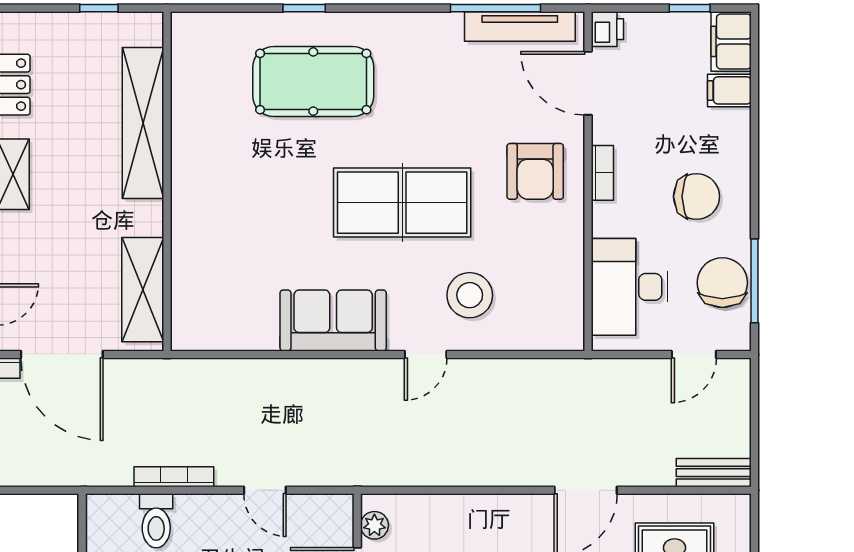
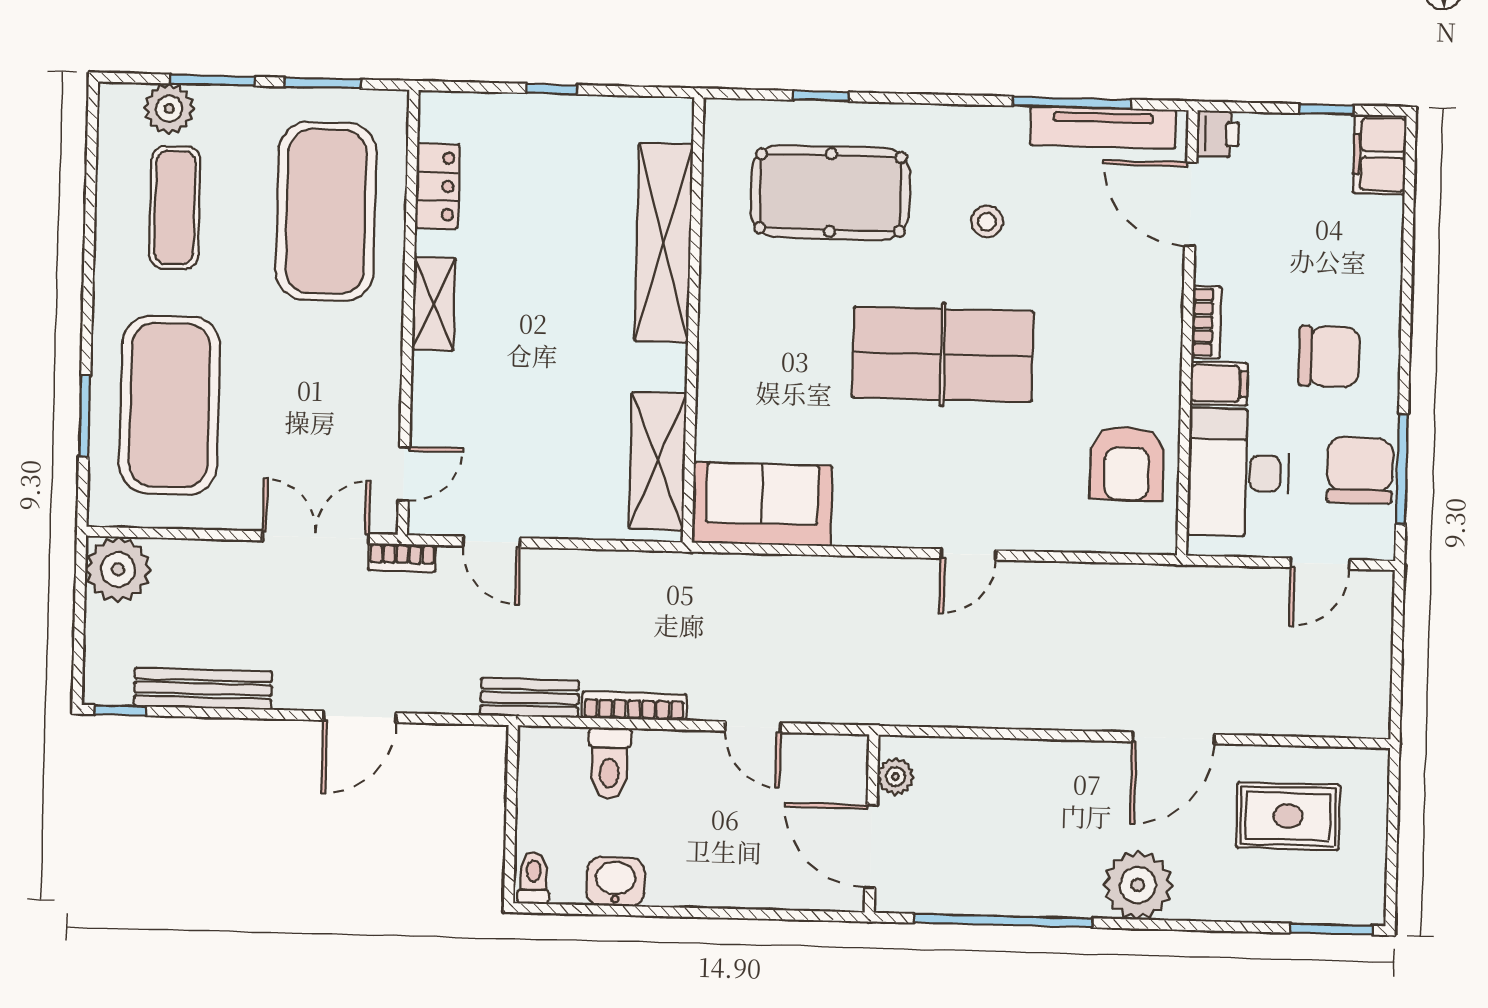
filing cabinet: (729, 90) -> (1219, 384), moved, turned 180
shelving: (143, 123) -> (664, 243), moved
armchair: (535, 171) -> (1127, 463), moved
wall: (167, 181) -> (693, 320), moved
shelving: (143, 290) -> (658, 461), moved
stool: (470, 295) -> (987, 222), moved, width x0.53, depth x0.53
sofa: (333, 320) -> (762, 504), moved
door: (62, 354) -> (492, 542), width x0.53
bench: (714, 473) -> (530, 698), moved

